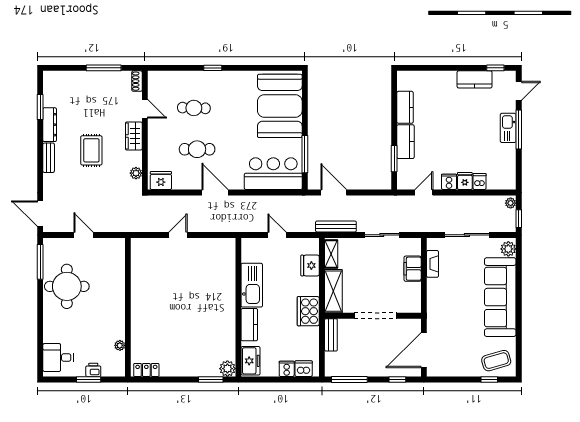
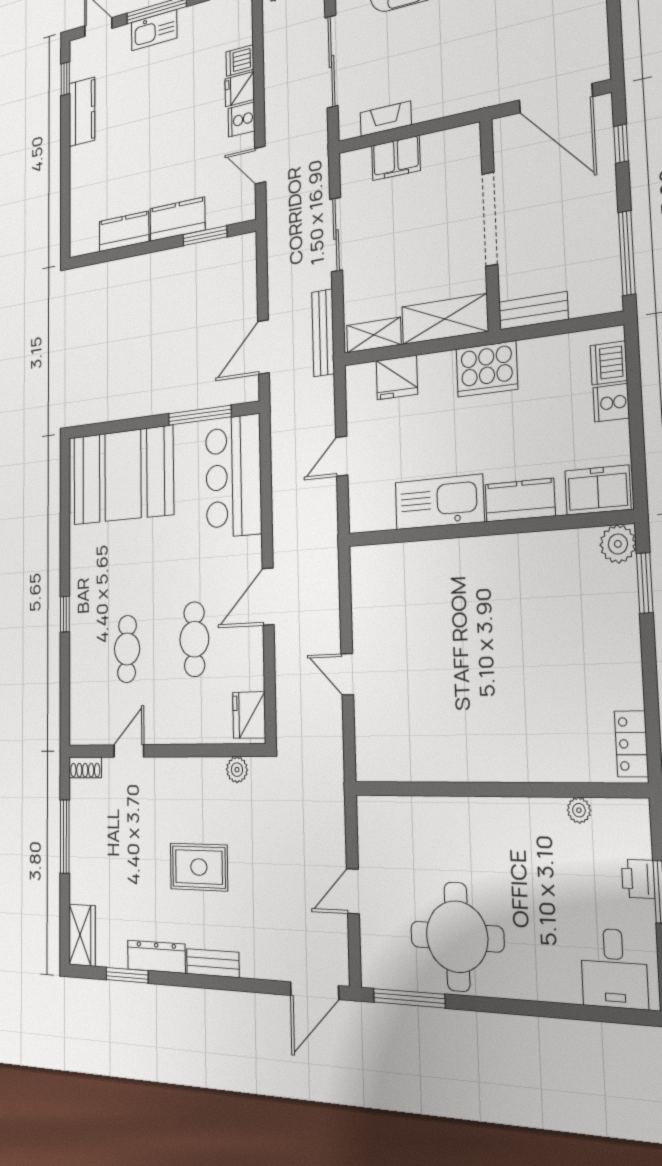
wardrobe: (134, 136) -> (82, 935), moved, turned -90

